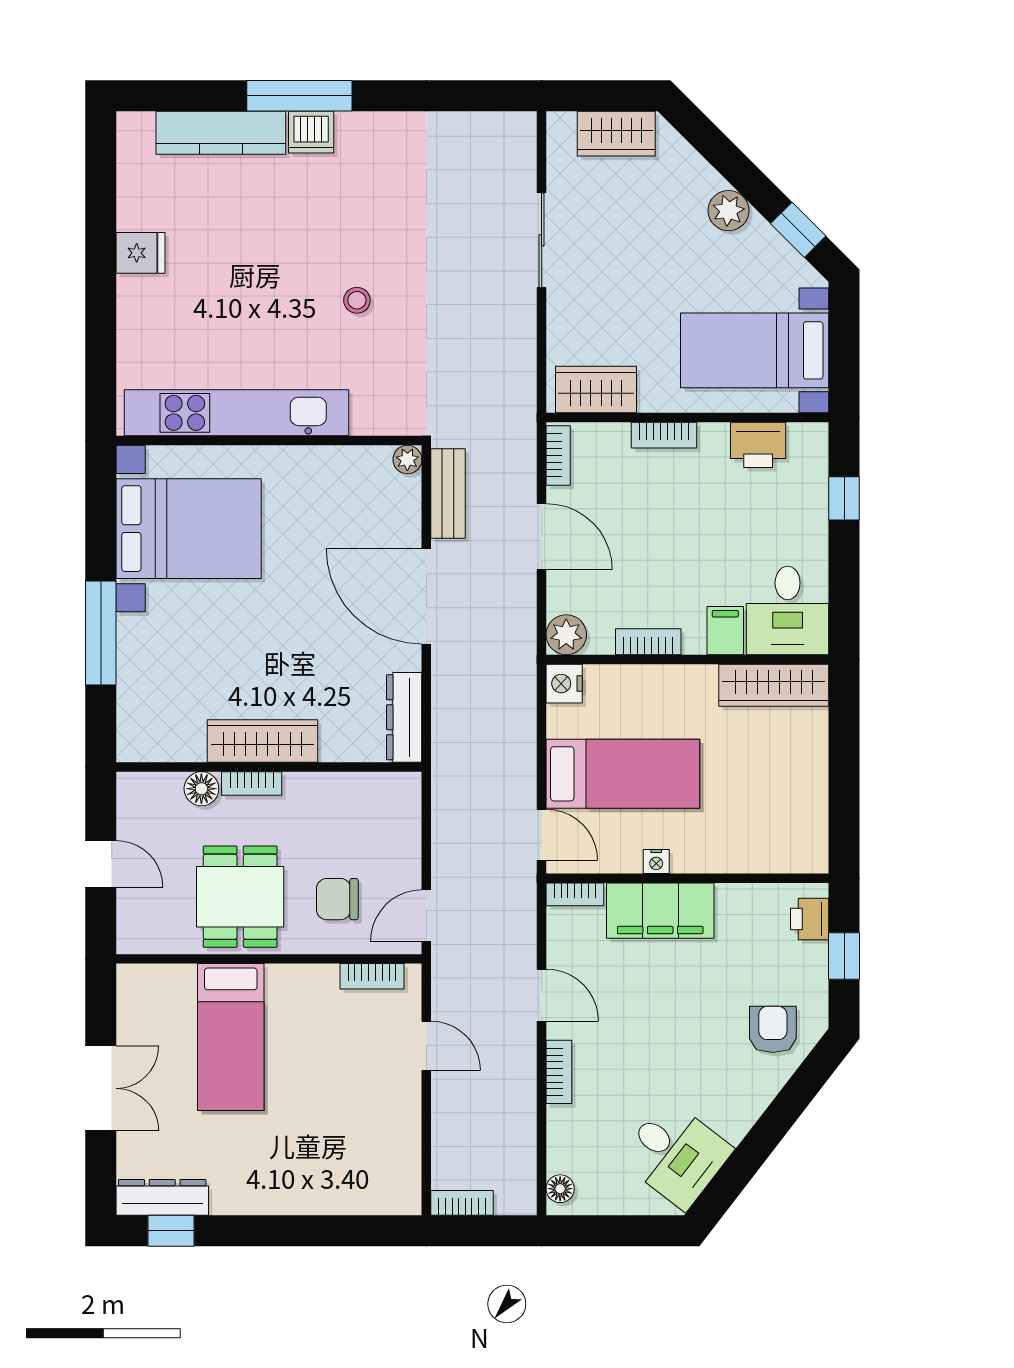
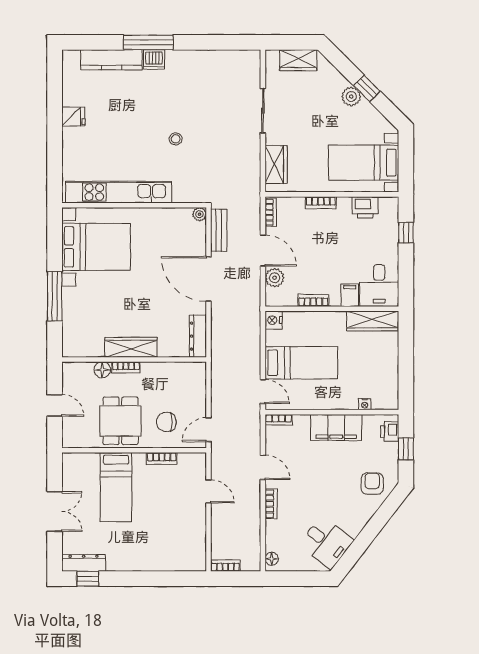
window: (798, 230) -> (367, 88), moved
wardrobe: (596, 390) -> (276, 164), moved, turned 90
plant: (566, 635) -> (275, 278), moved
nightstand: (656, 861) -> (365, 404), moved
filing cabinet: (660, 911) -> (336, 427), moved
bookcase: (372, 976) -> (162, 458), moved

